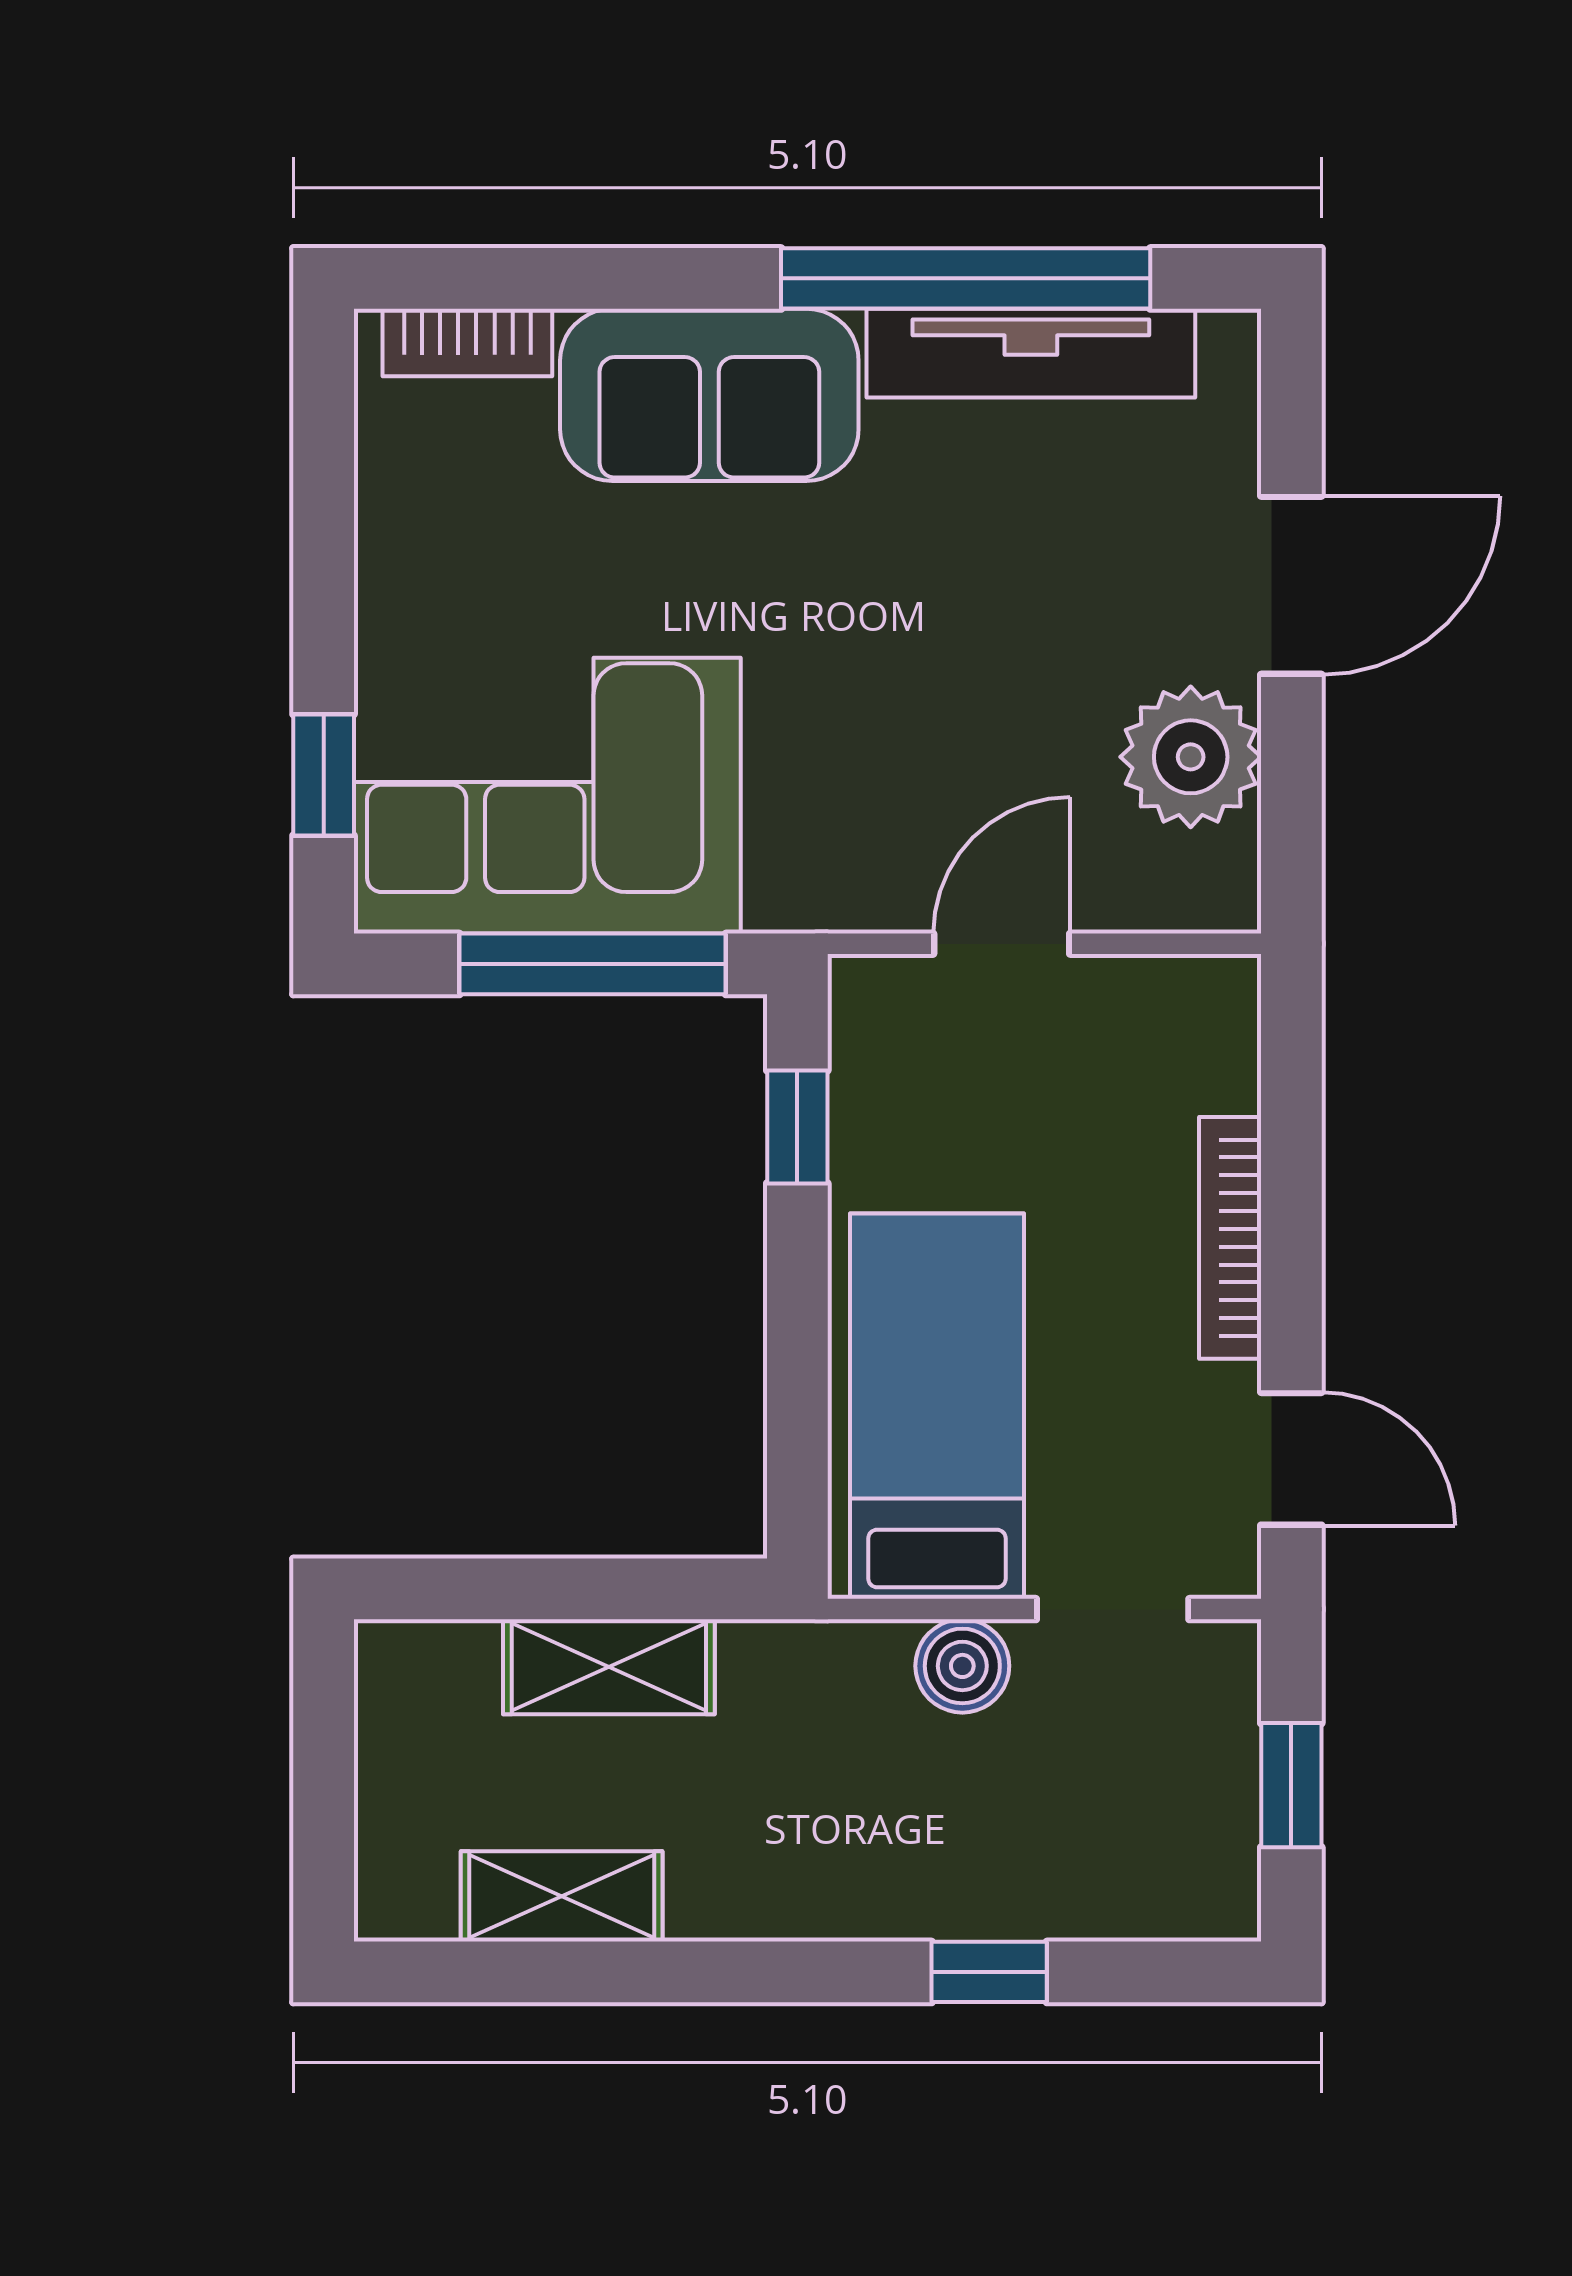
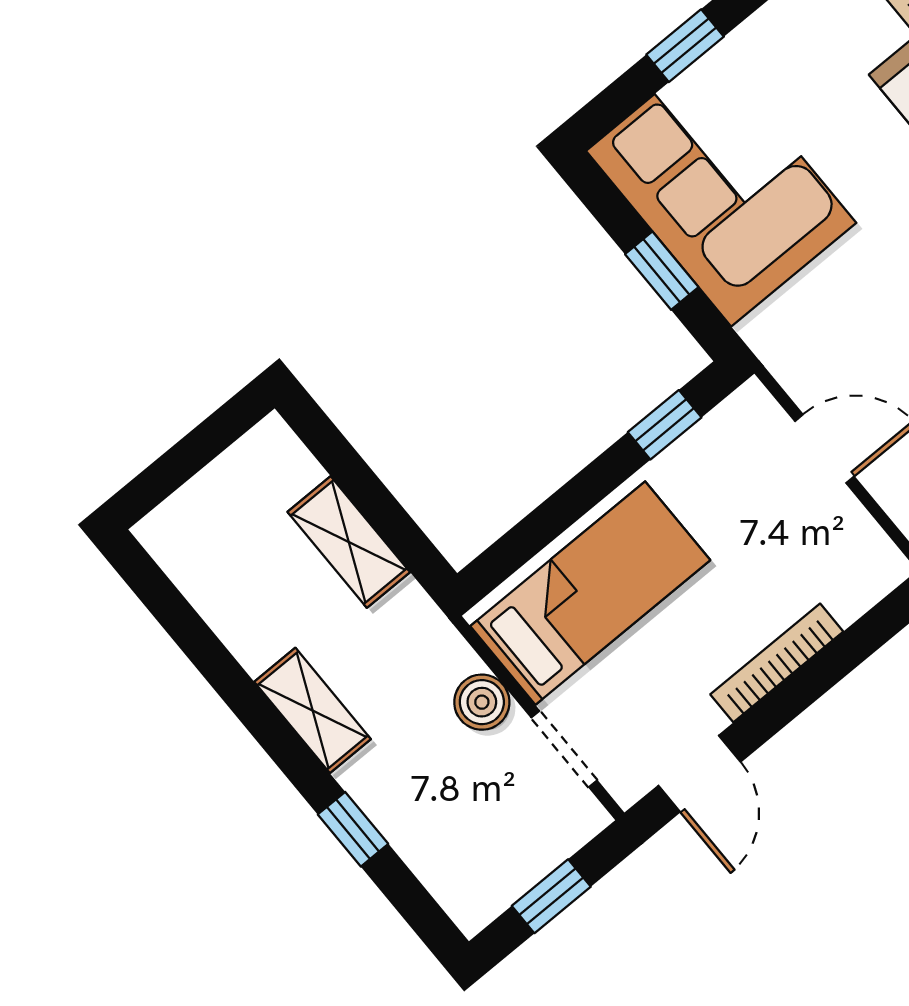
window: (324, 775) -> (685, 46), moved
window: (593, 964) -> (662, 271), width x0.46
shelving: (562, 1896) -> (313, 710), moved

